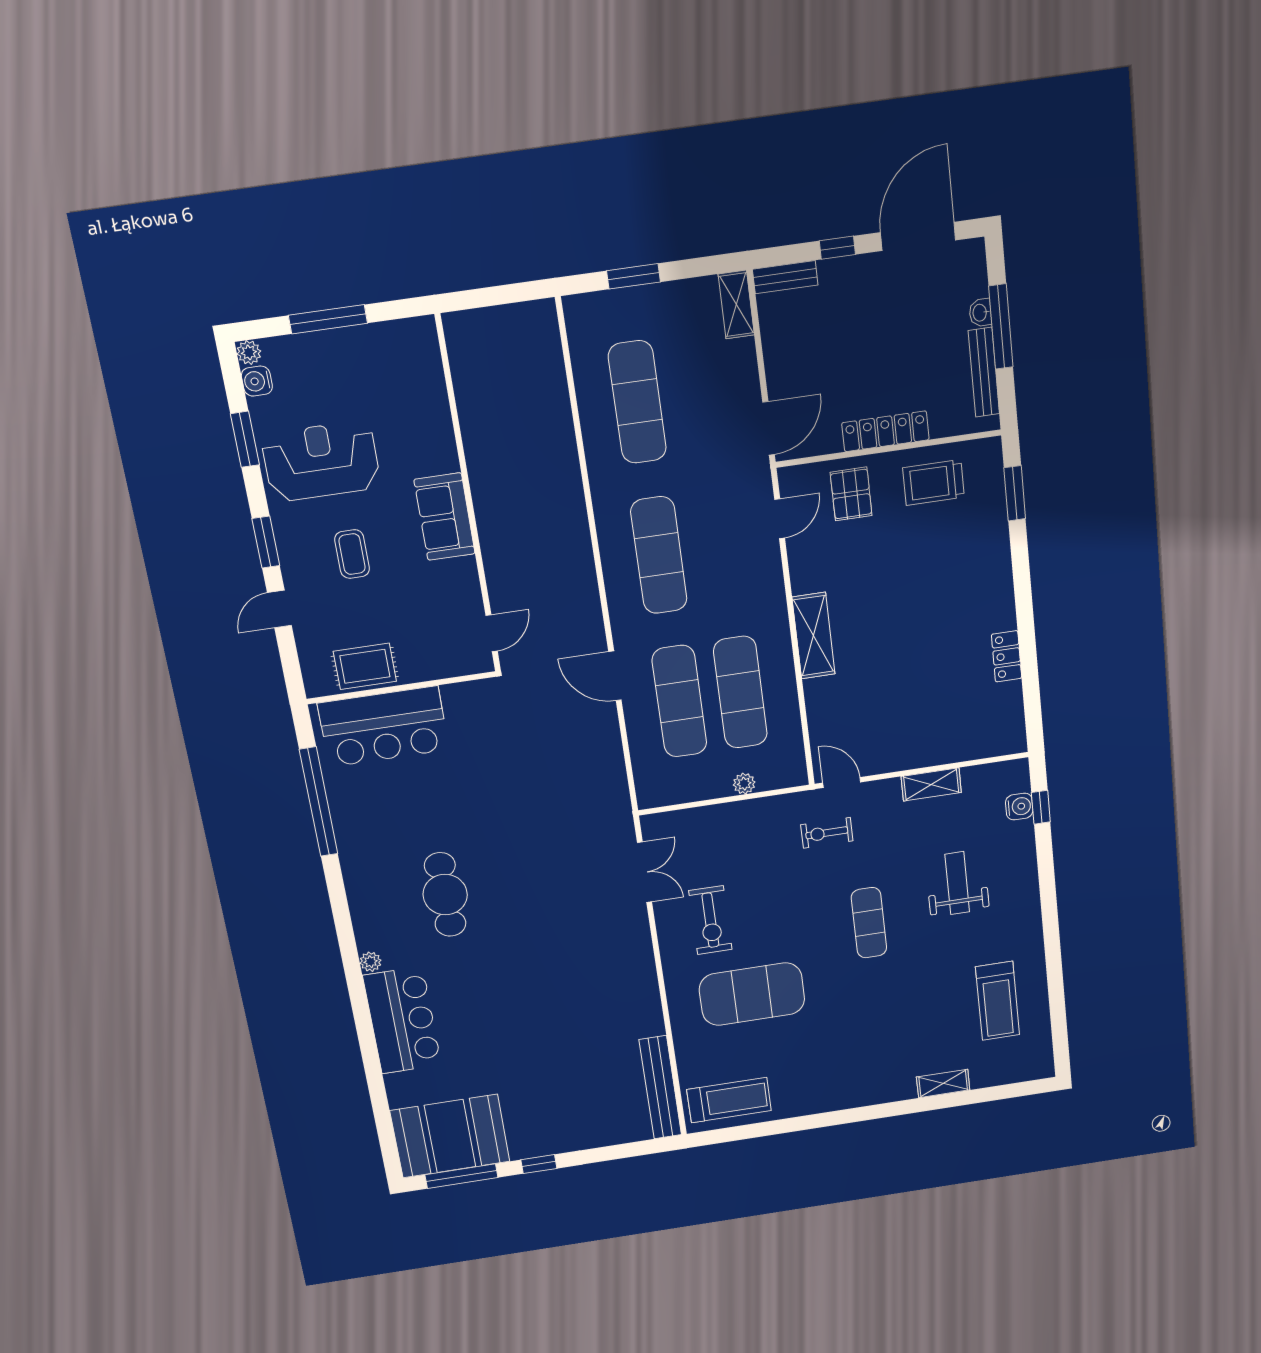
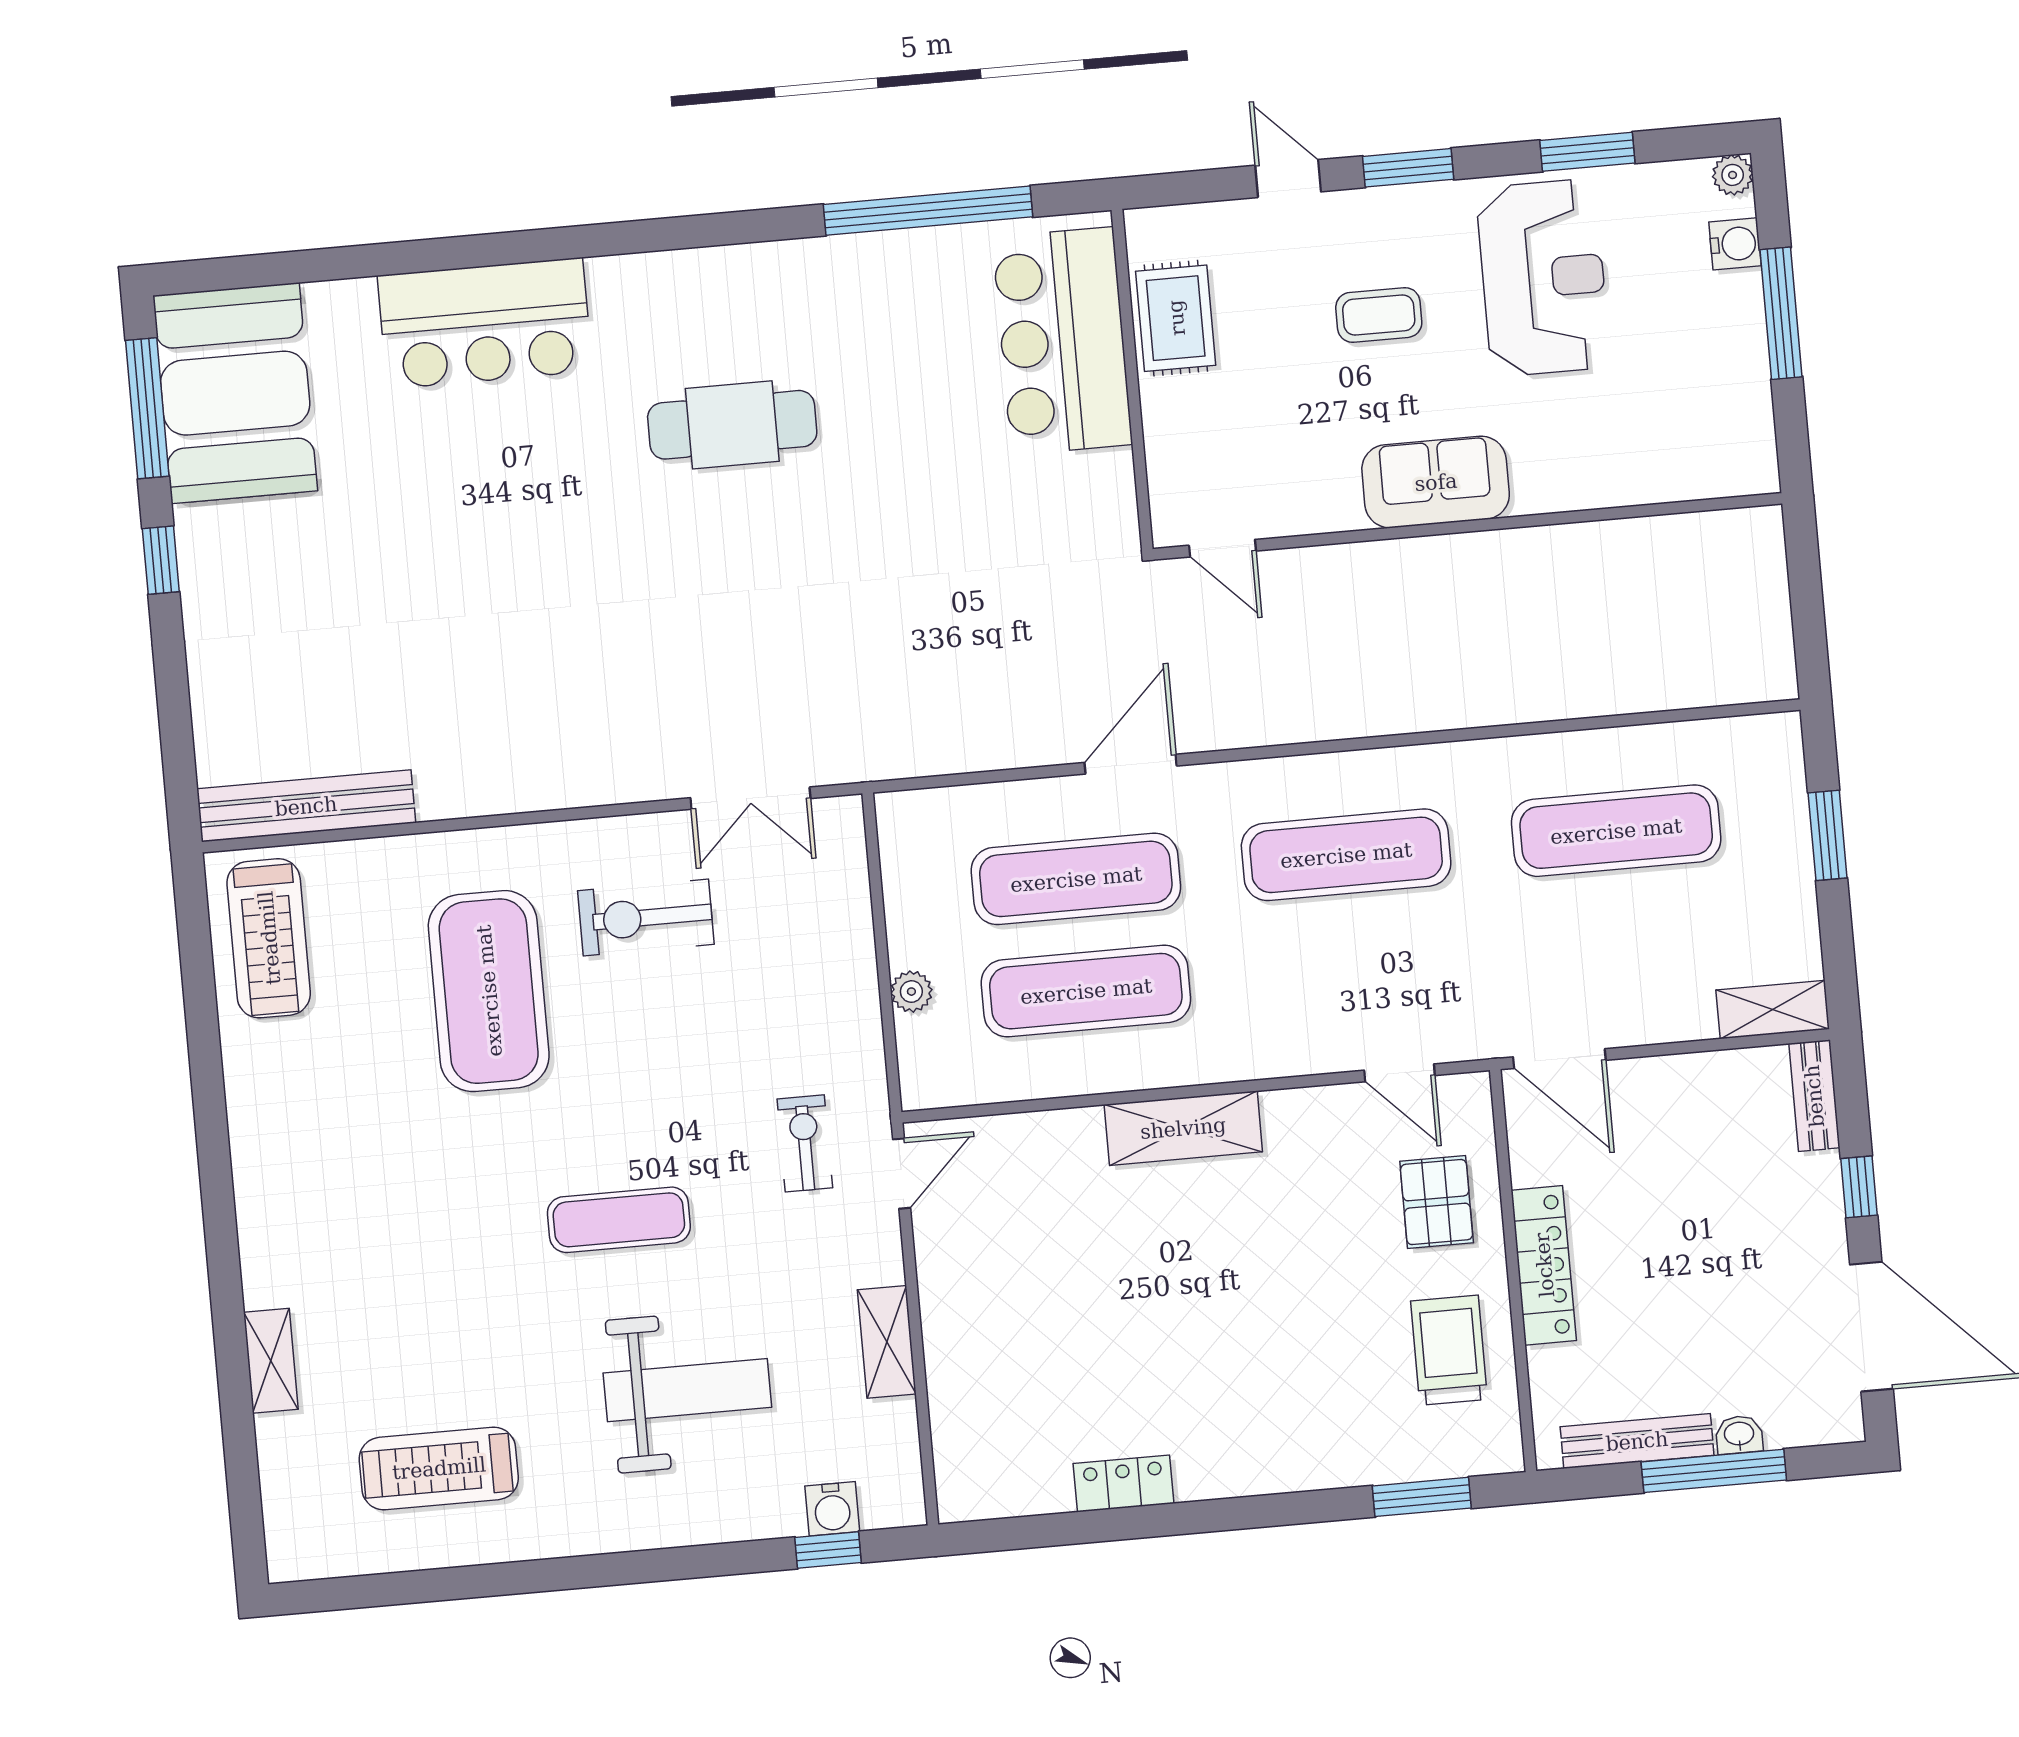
water cooler: (257, 381) -> (1735, 244), moved, turned 90
pallet: (851, 494) -> (1437, 1202), turned 90
weight bench: (957, 883) -> (687, 1390), width x1.36, depth x1.33
plant: (371, 962) -> (608, 275), removed

